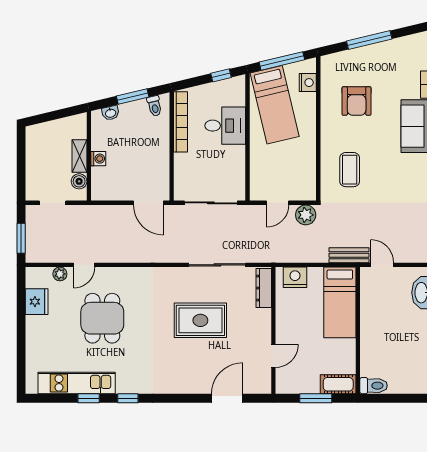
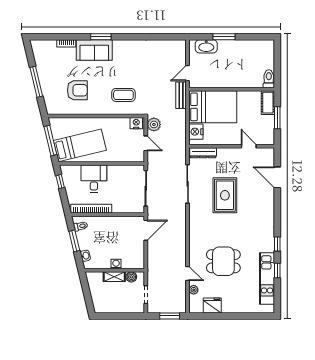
nightstand: (308, 83) -> (136, 123), moved
bed: (340, 302) -> (213, 107), width x1.50

